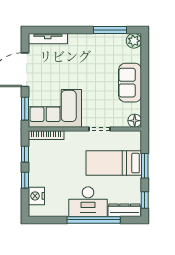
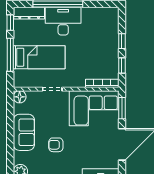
armchair: (96, 69) -> (56, 145), added
window: (145, 166) -> (10, 55), width x1.44
nightstand: (36, 196) -> (111, 27), removed

